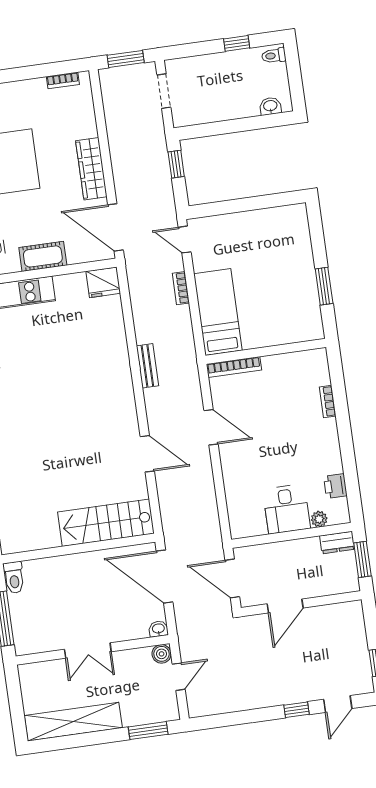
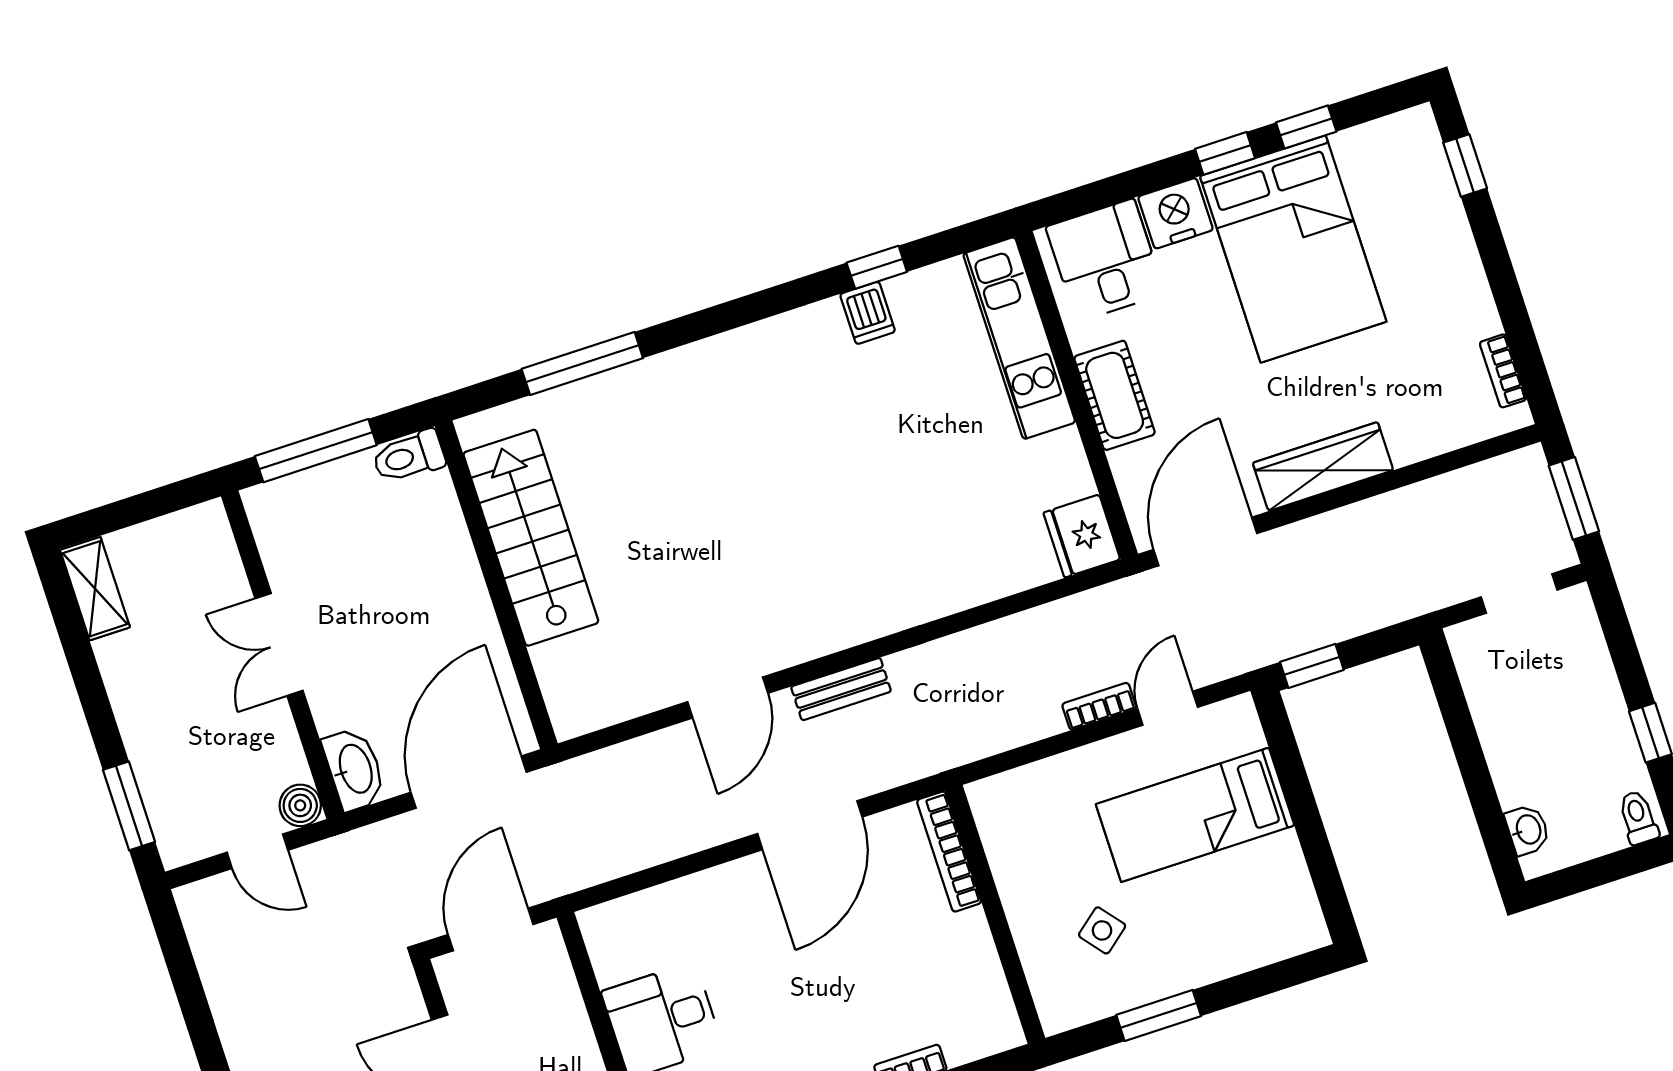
window: (176, 164) -> (1312, 666), moved
door: (185, 240) -> (1168, 708), moved
side table: (281, 305) -> (1102, 930), added
bed: (218, 312) -> (1195, 815), moved, turned 180
bench: (147, 366) -> (841, 689), moved
door: (211, 427) -> (810, 825), width x1.36
stairs: (106, 523) -> (531, 538), moved
washbasin: (158, 629) -> (354, 769), width x1.91, depth x1.45
shelving: (73, 722) -> (95, 589), width x0.45, depth x0.75

